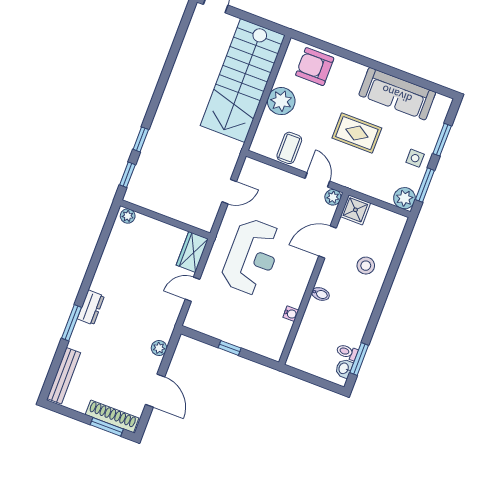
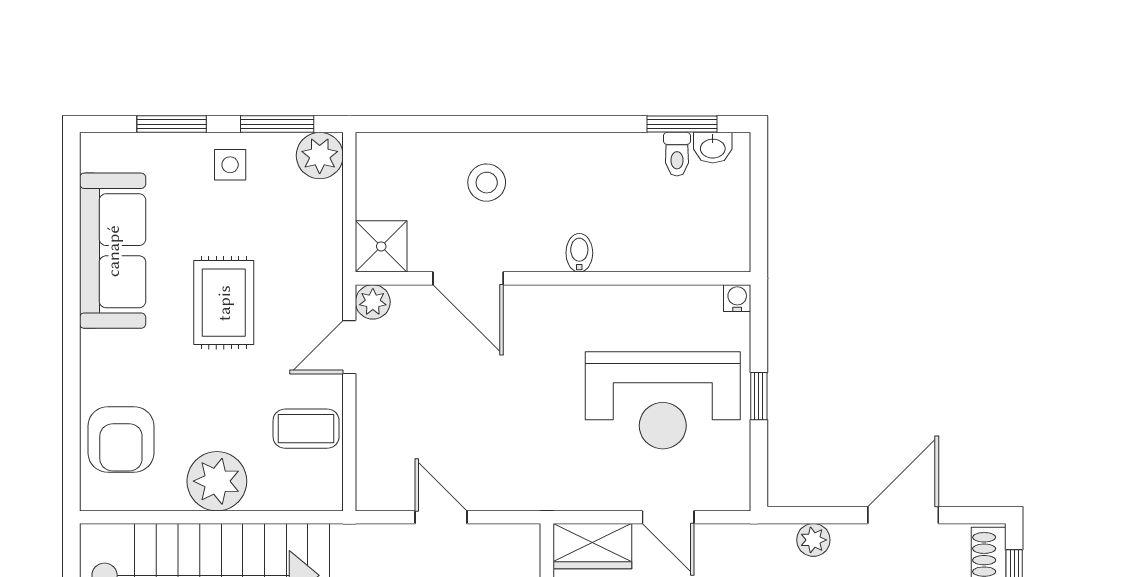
reception desk: (252, 257) -> (663, 400), moved, turned 180
water cooler: (291, 314) -> (737, 298), moved

